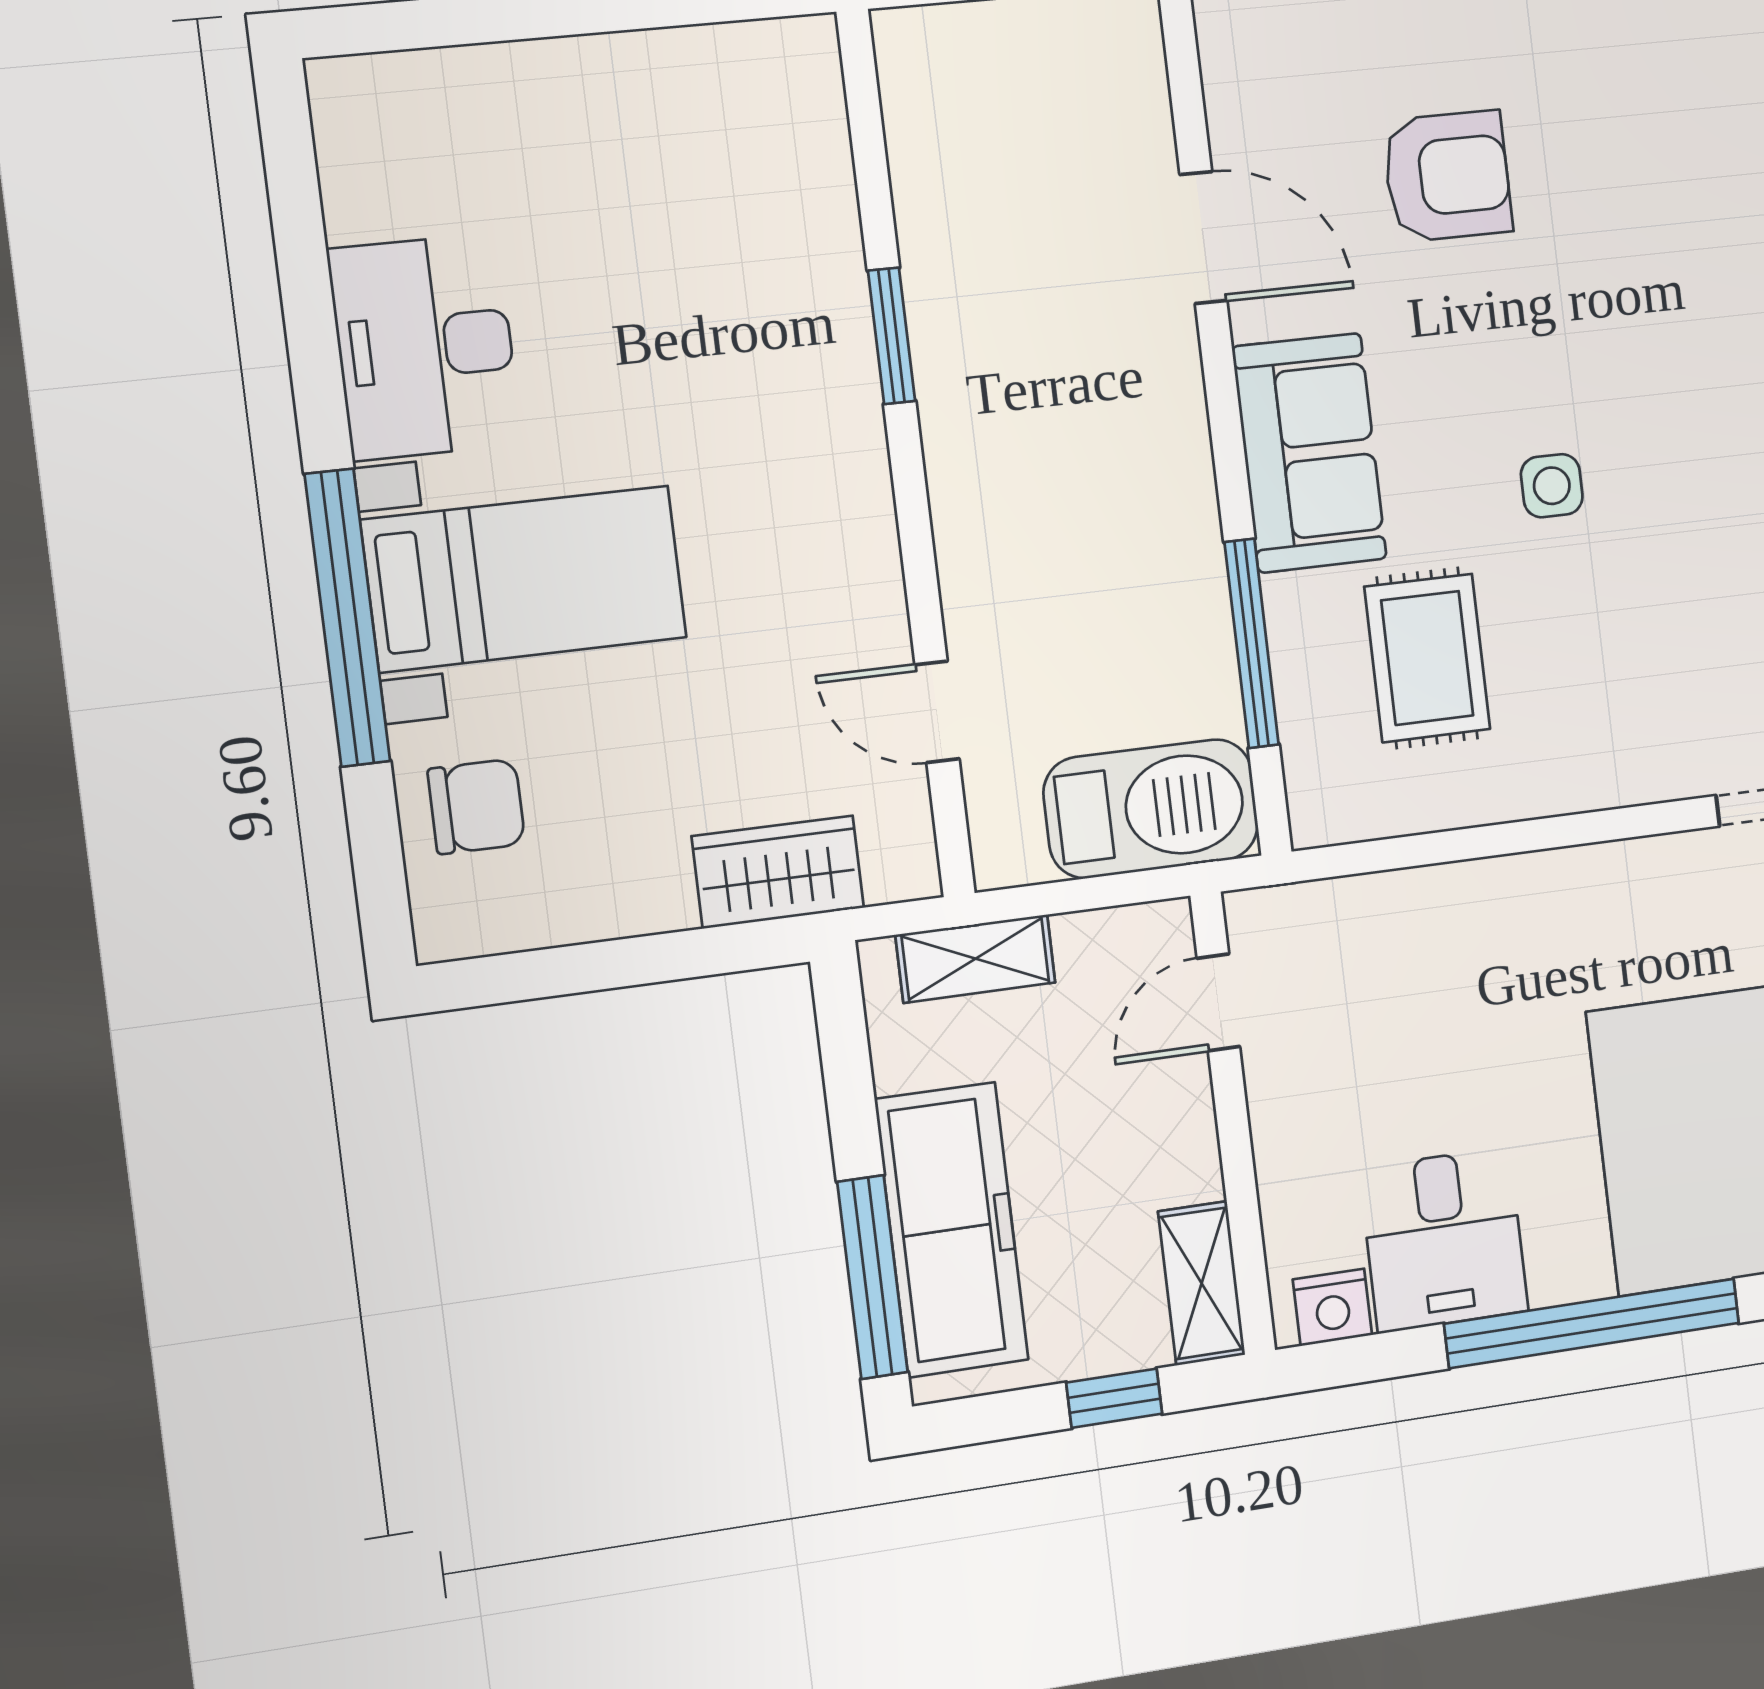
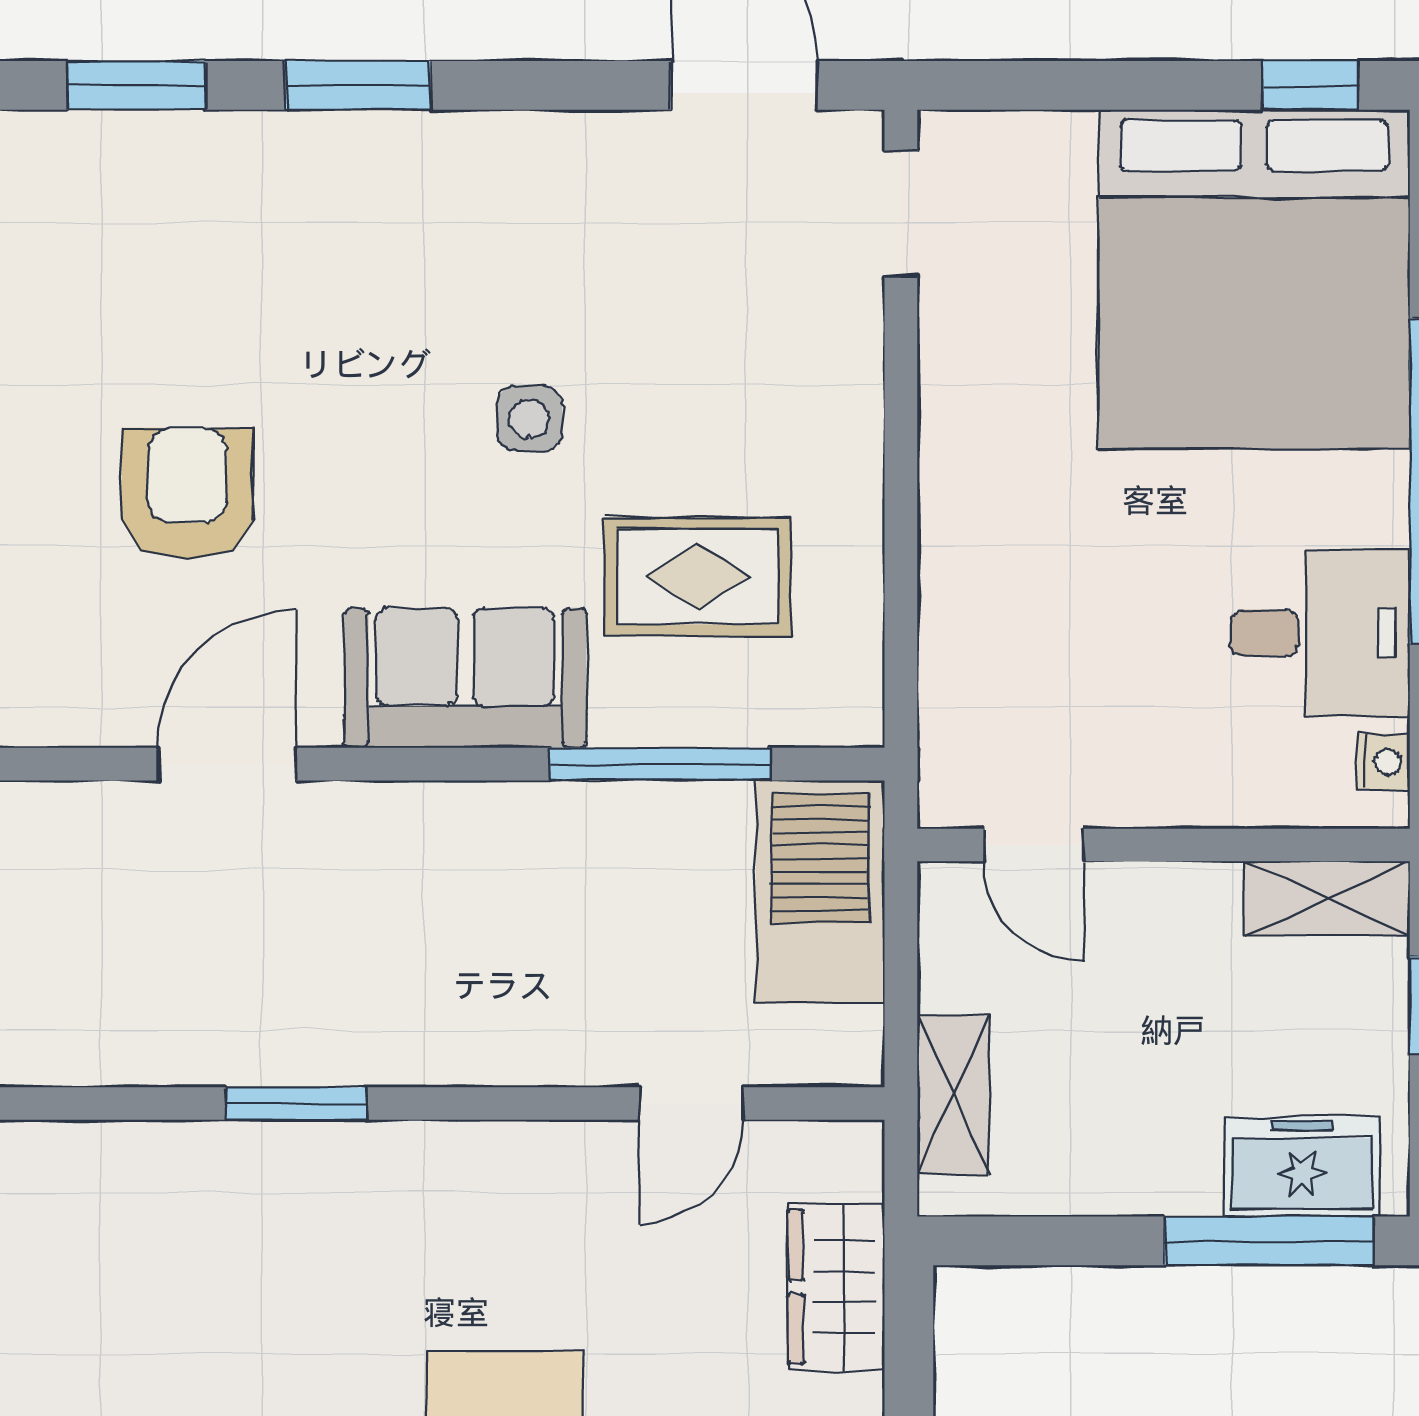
freezer: (952, 1230) -> (1302, 1167), width x0.52, depth x0.79
nightstand: (1332, 1307) -> (1383, 762), width x0.72, depth x0.74

